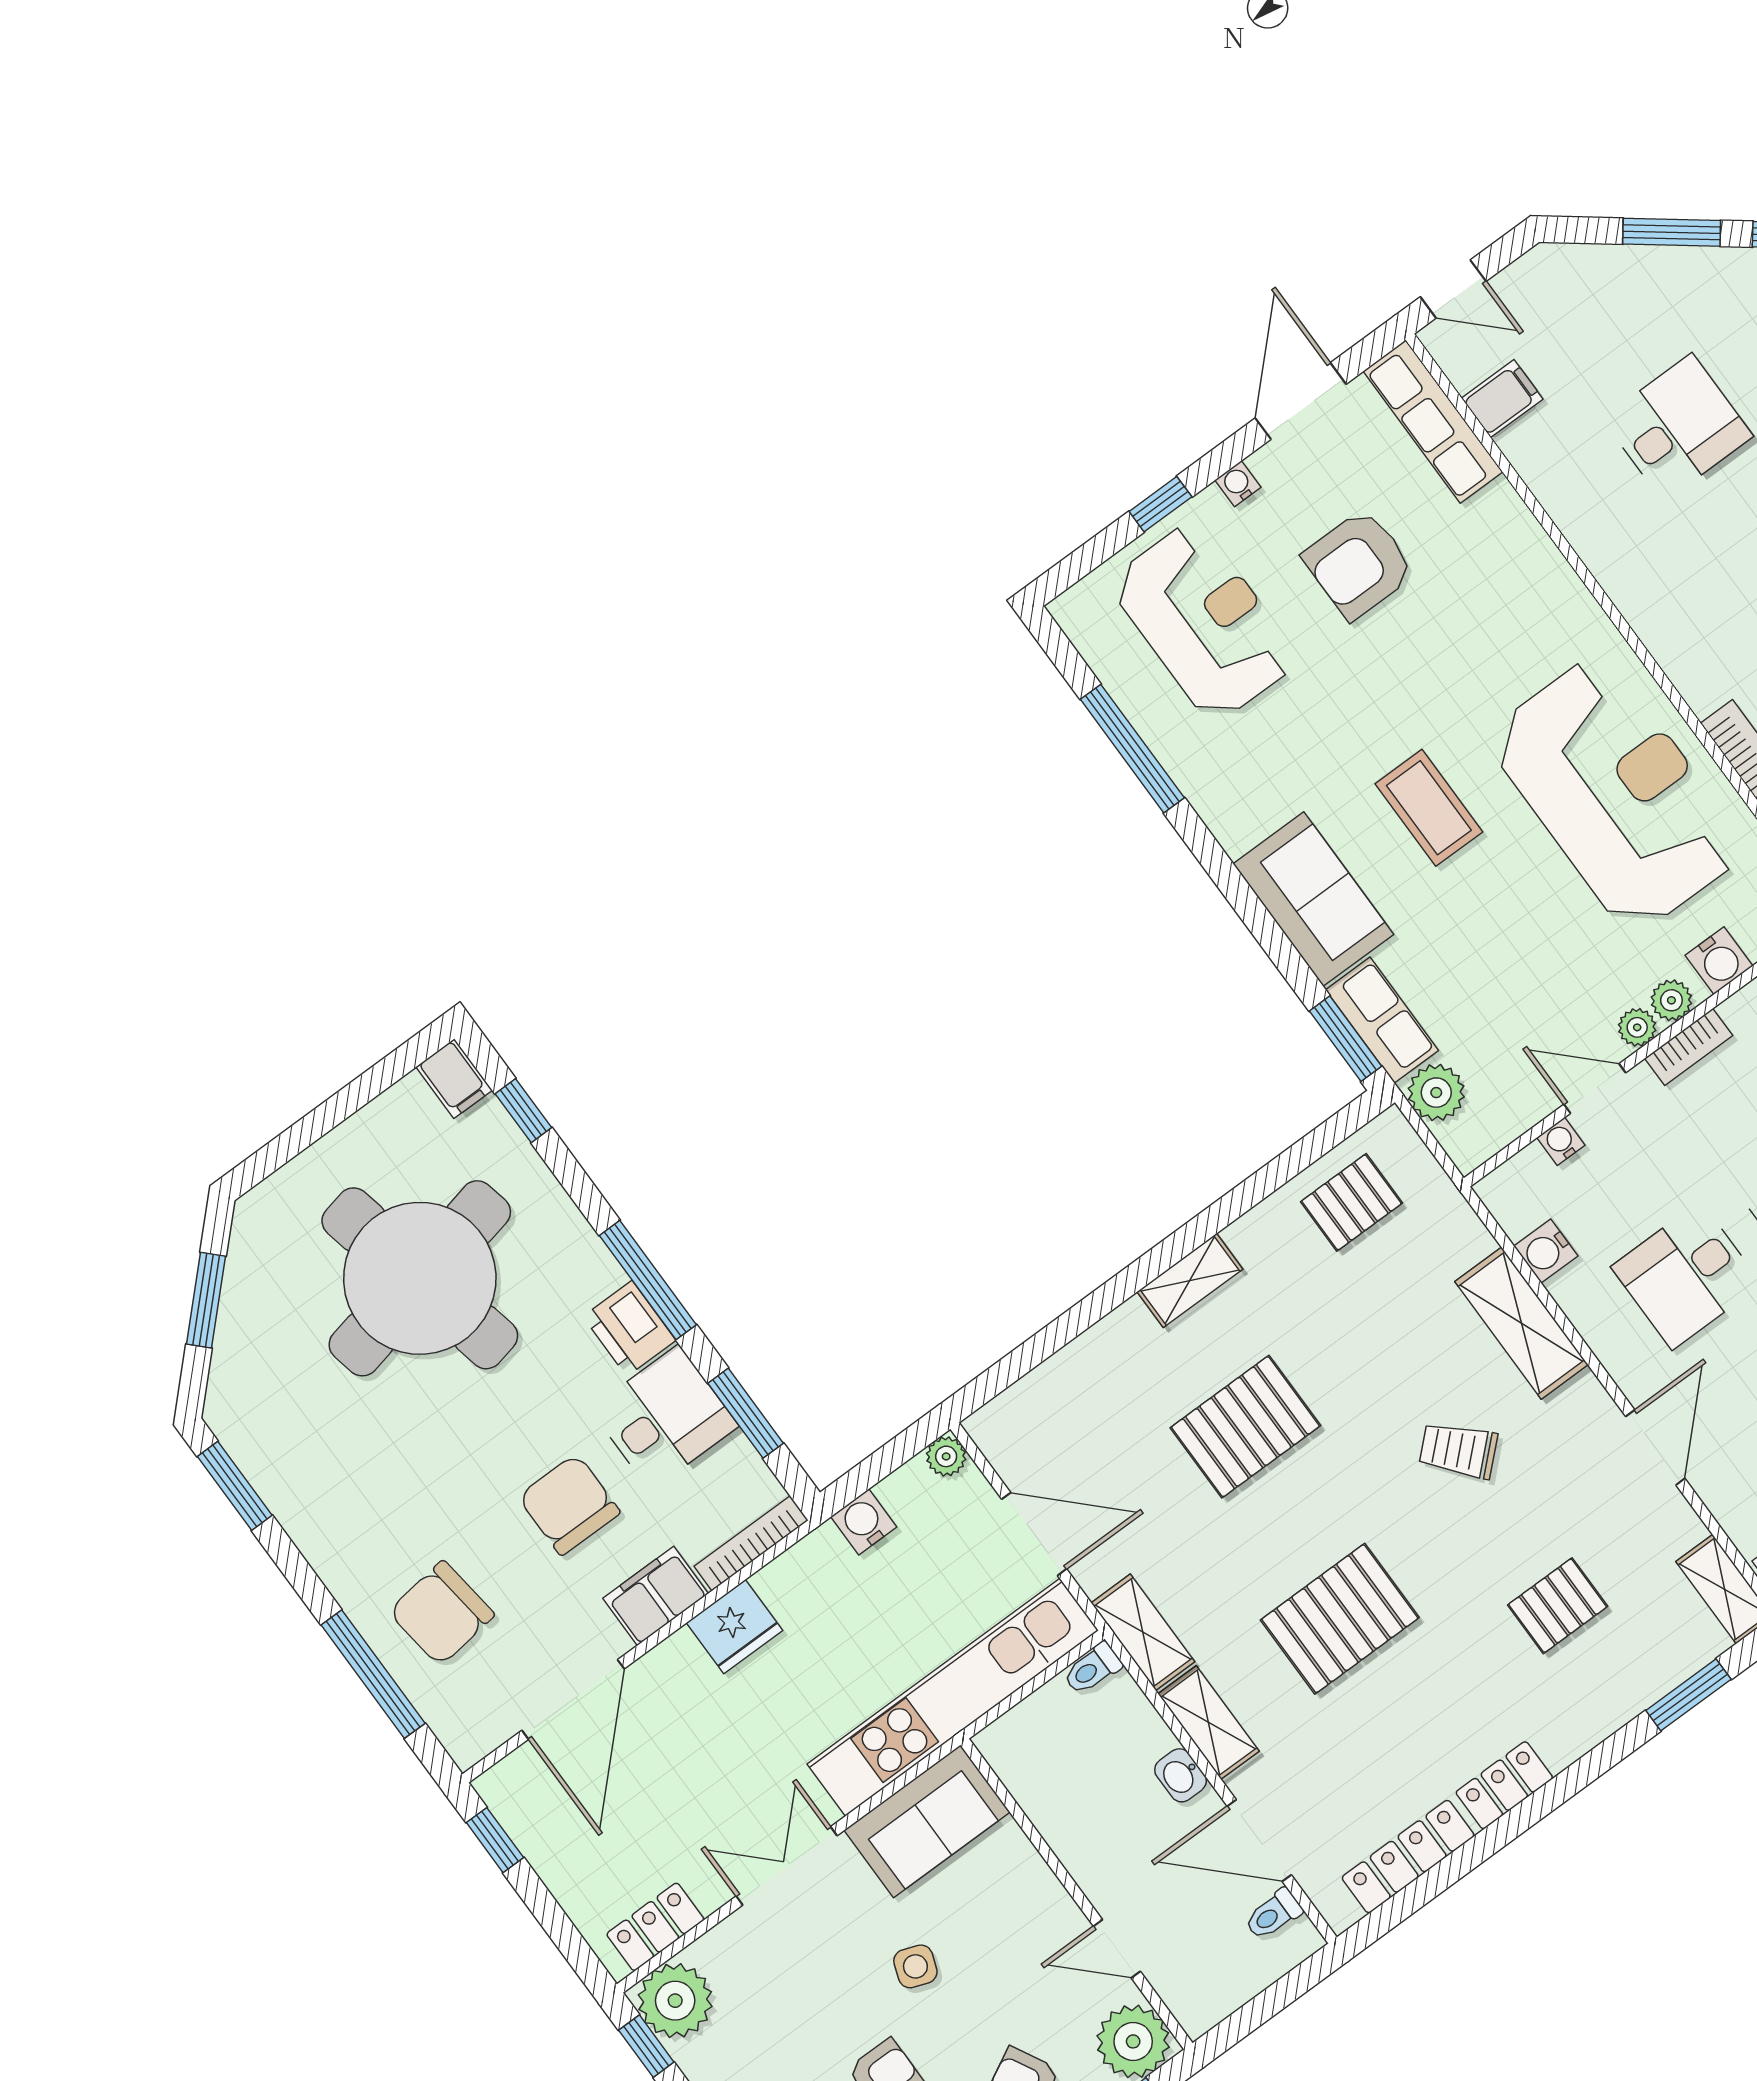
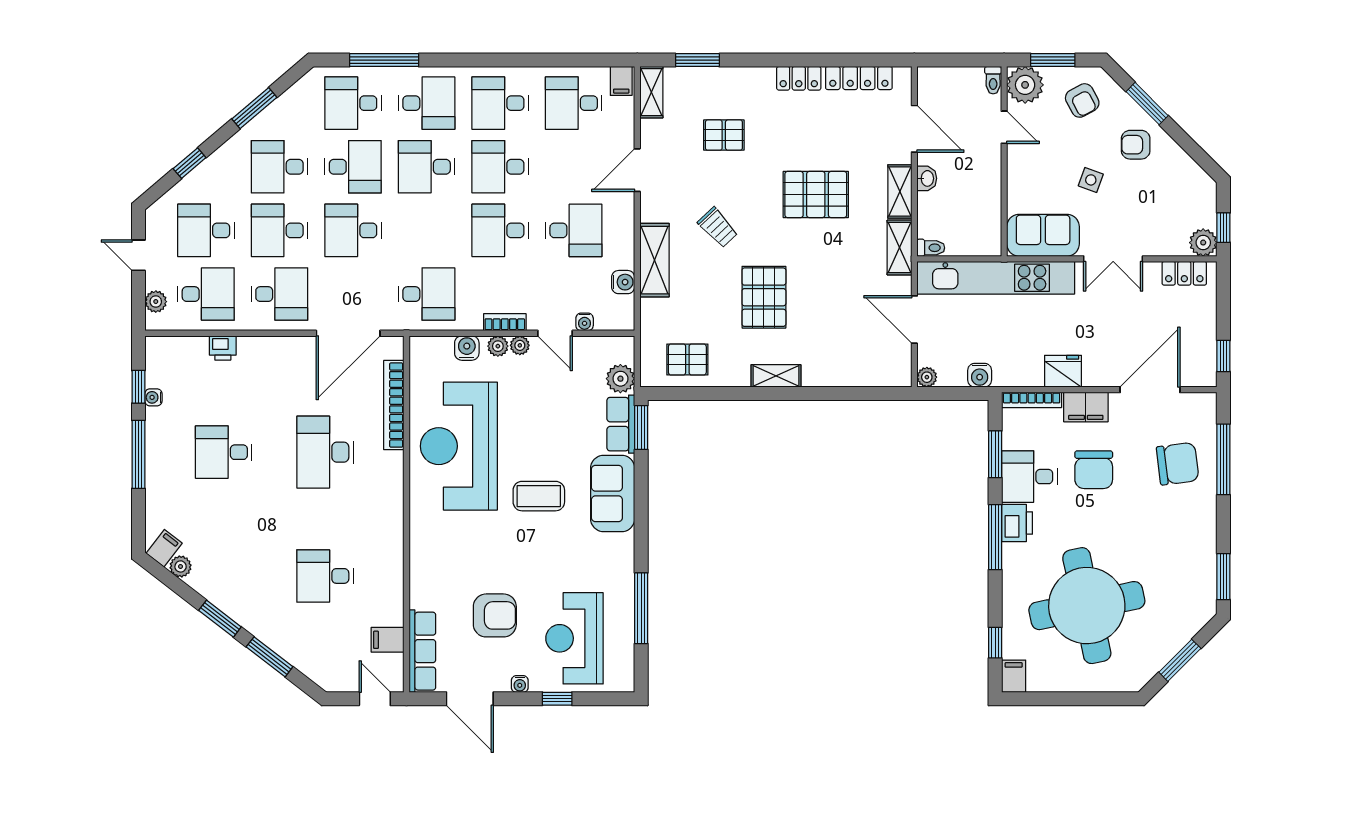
door: (1301, 401) -> (470, 699), hinge flipped
coffee table: (1429, 808) -> (539, 496), turned 90
pallet: (1245, 1427) -> (764, 297), moved, turned 90
toilet: (1273, 1914) -> (993, 80), moved, turned 90
plant: (675, 2001) -> (1203, 243), width x0.73, depth x0.73

